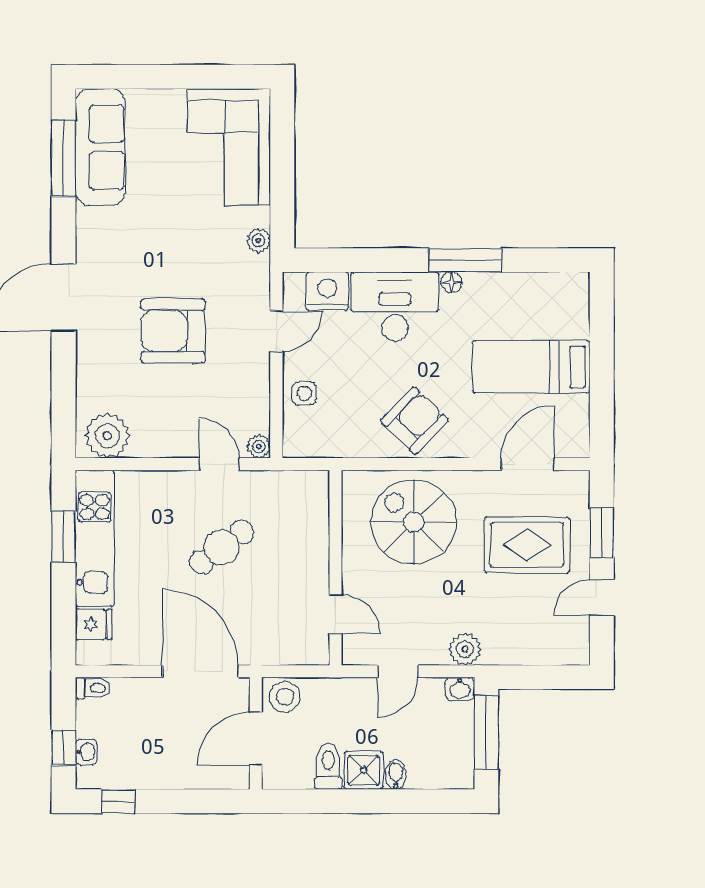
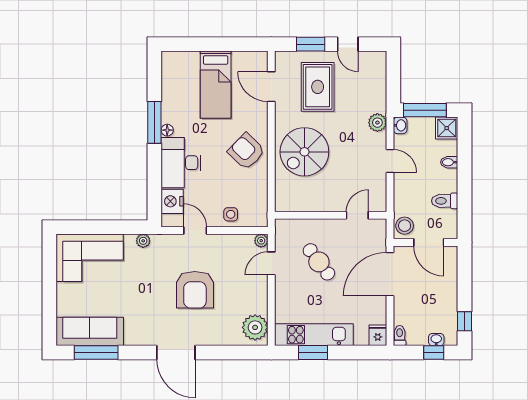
wall: (336, 568) -> (331, 215), moved
door: (336, 614) -> (357, 215), moved
fridge: (94, 624) -> (378, 335), moved
shower: (364, 770) -> (447, 128), moved

